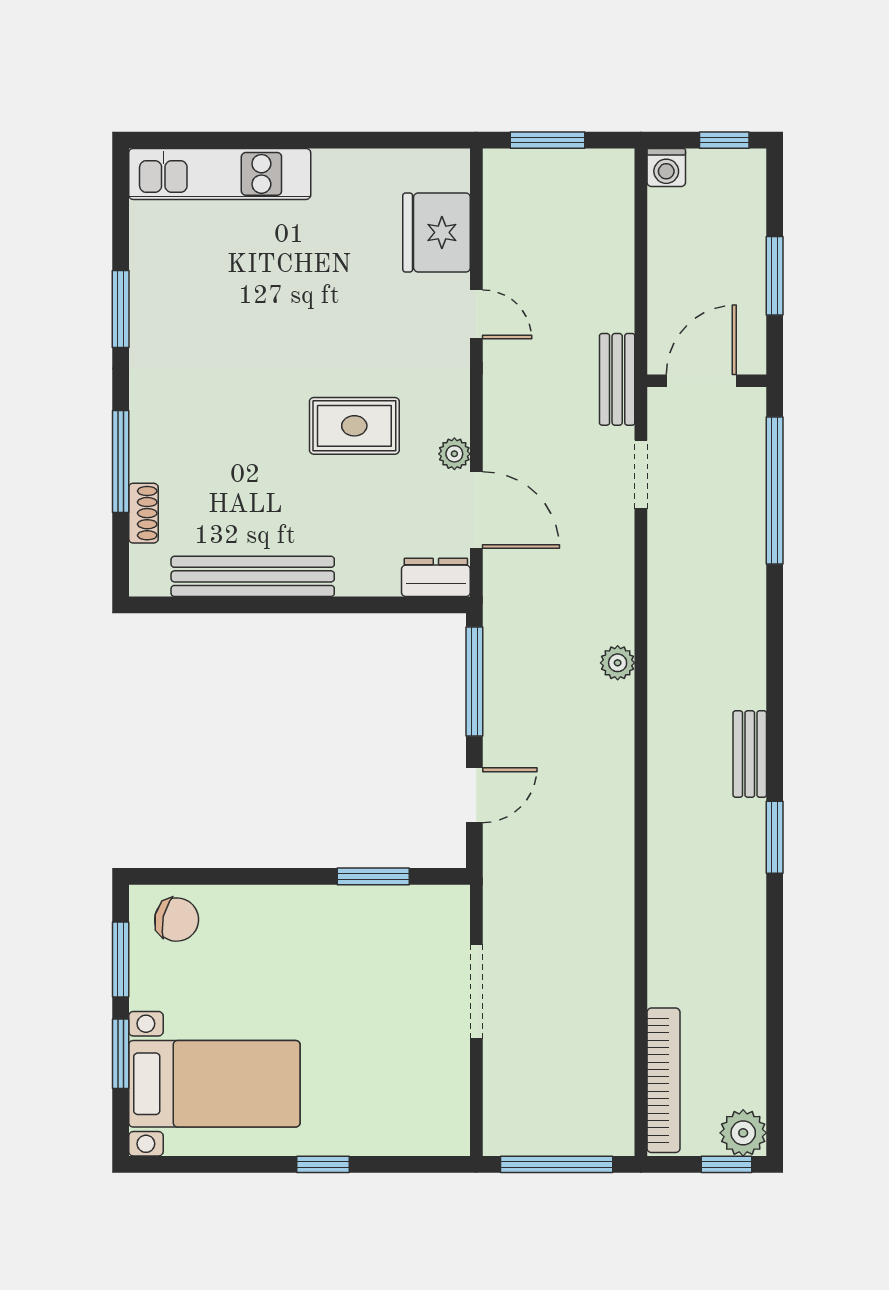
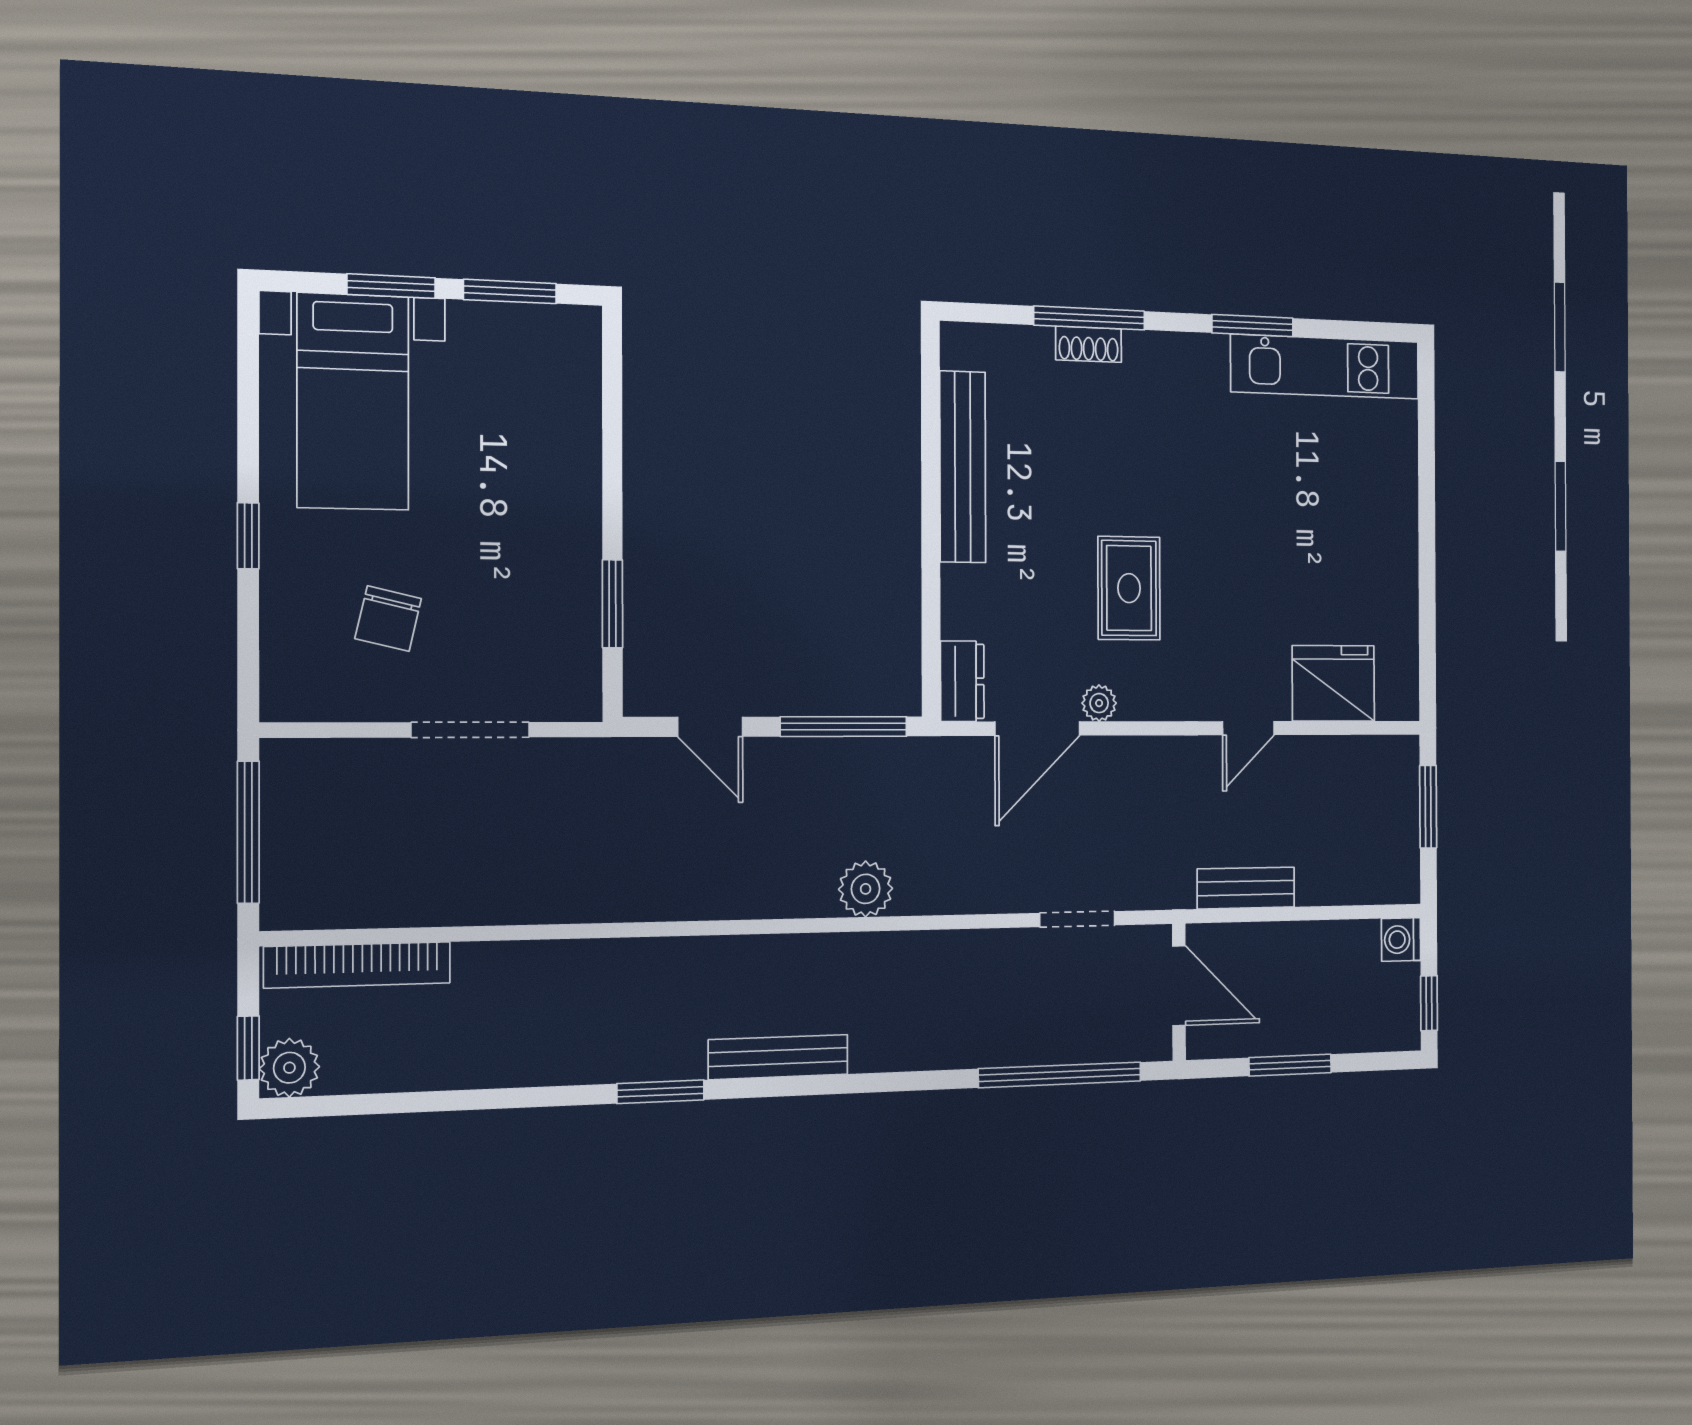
kitchen unit: (220, 174) -> (1325, 367), moved, turned -90
bench: (617, 379) -> (1246, 888), moved
shoe rack: (143, 513) -> (1089, 344), moved
plant: (618, 663) -> (866, 889), width x1.38, depth x1.38
bench: (750, 754) -> (778, 1057), width x1.36
chair: (177, 920) -> (388, 619), moved

